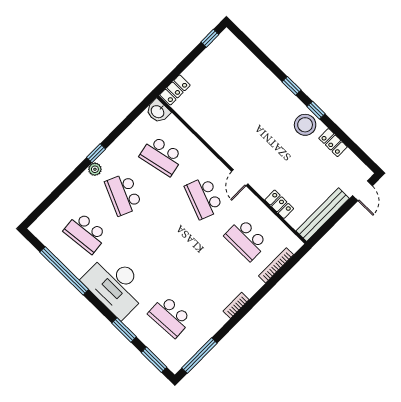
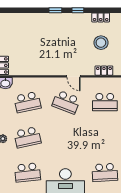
stool: (305, 125) -> (101, 43), moved
school desk: (123, 194) -> (27, 137), turned -36

